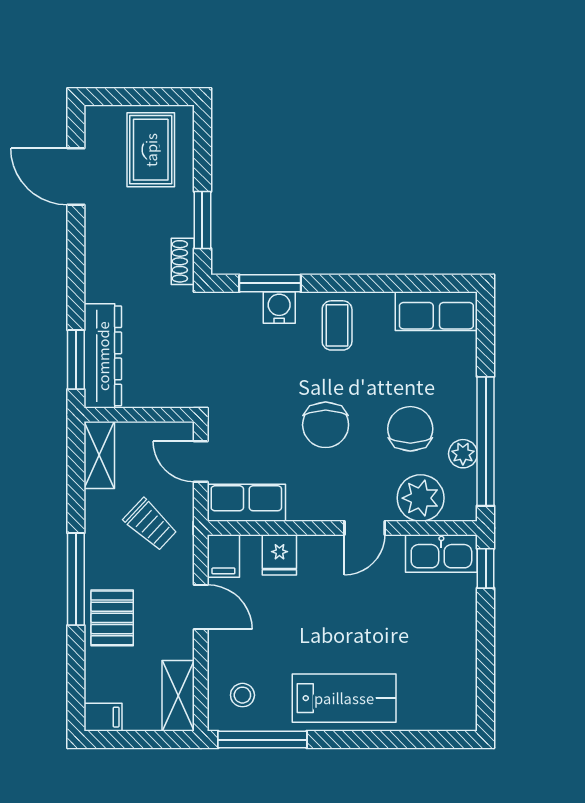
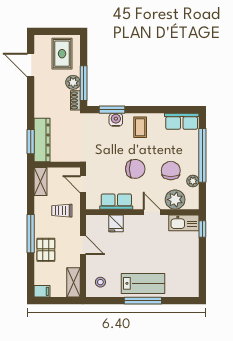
plant: (177, 218) -> (73, 82), added
window: (202, 220) -> (84, 83), width x1.44
chair: (326, 425) -> (135, 169), turned -90
window: (486, 441) -> (202, 155), moved
row of seats: (246, 503) -> (116, 202), moved
trolley: (150, 524) -> (62, 211), turned 137
door: (365, 528) -> (152, 212), swing flipped
filing cabinet: (223, 556) -> (92, 224), removed
window: (262, 740) -> (143, 301), moved

